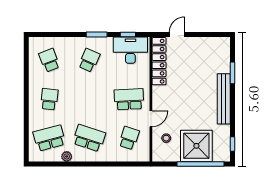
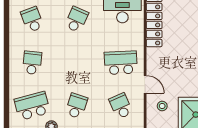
door: (151, 119) -> (145, 84), hinge flipped
school desk: (89, 138) -> (76, 106), width x0.54
school desk: (129, 138) -> (121, 106), turned -42

